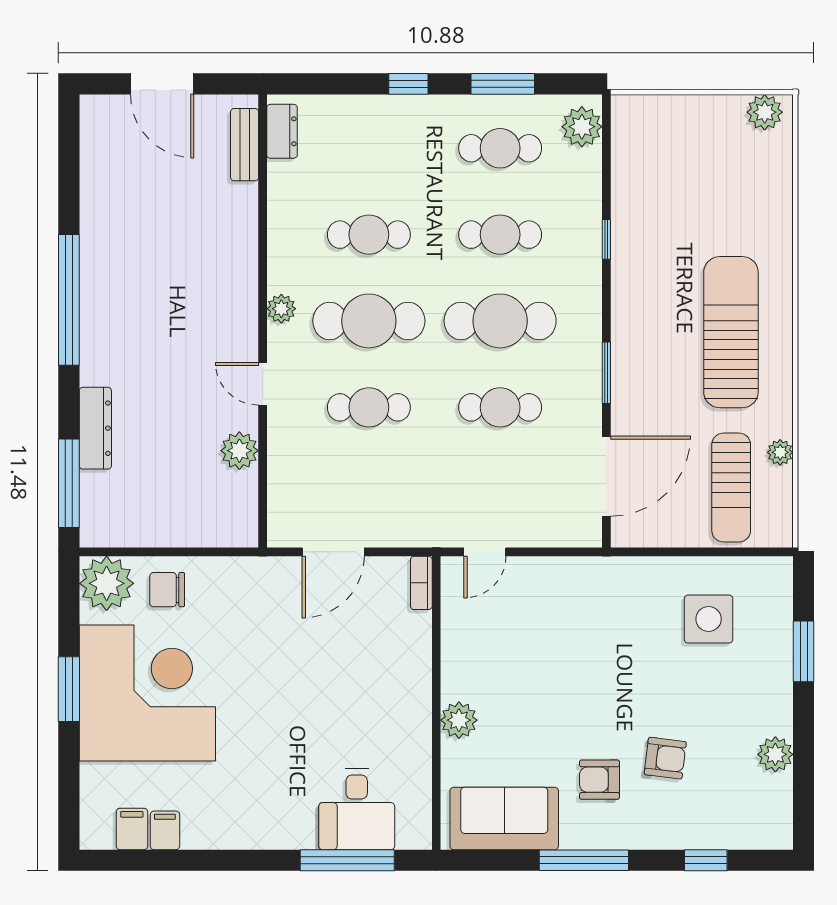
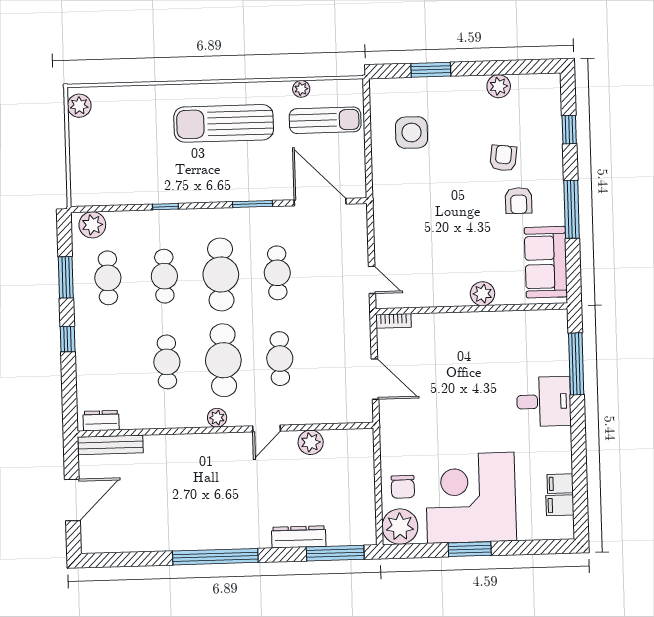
bench: (245, 145) -> (111, 445), width x1.36
desk: (357, 809) -> (544, 402), moved

